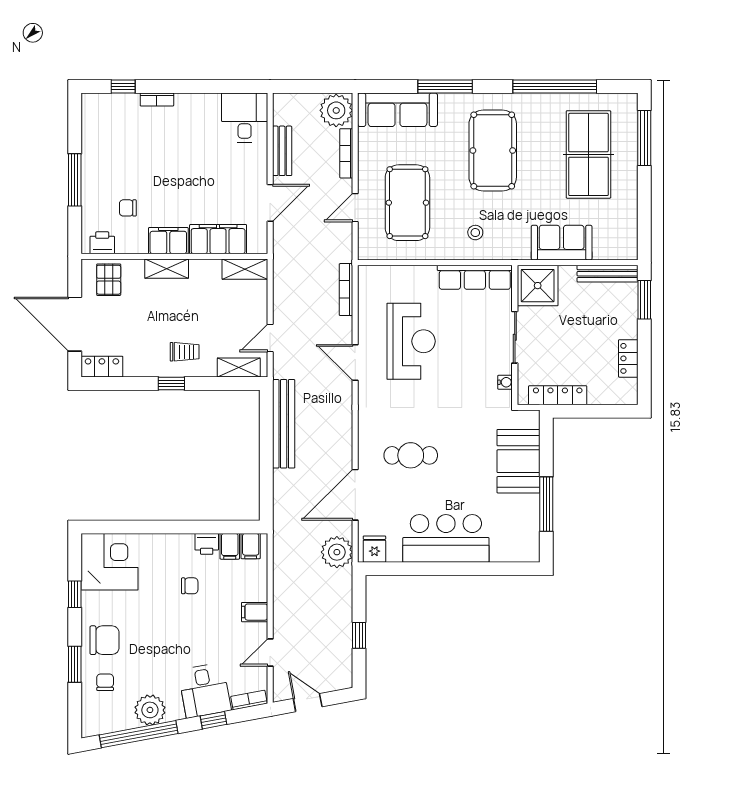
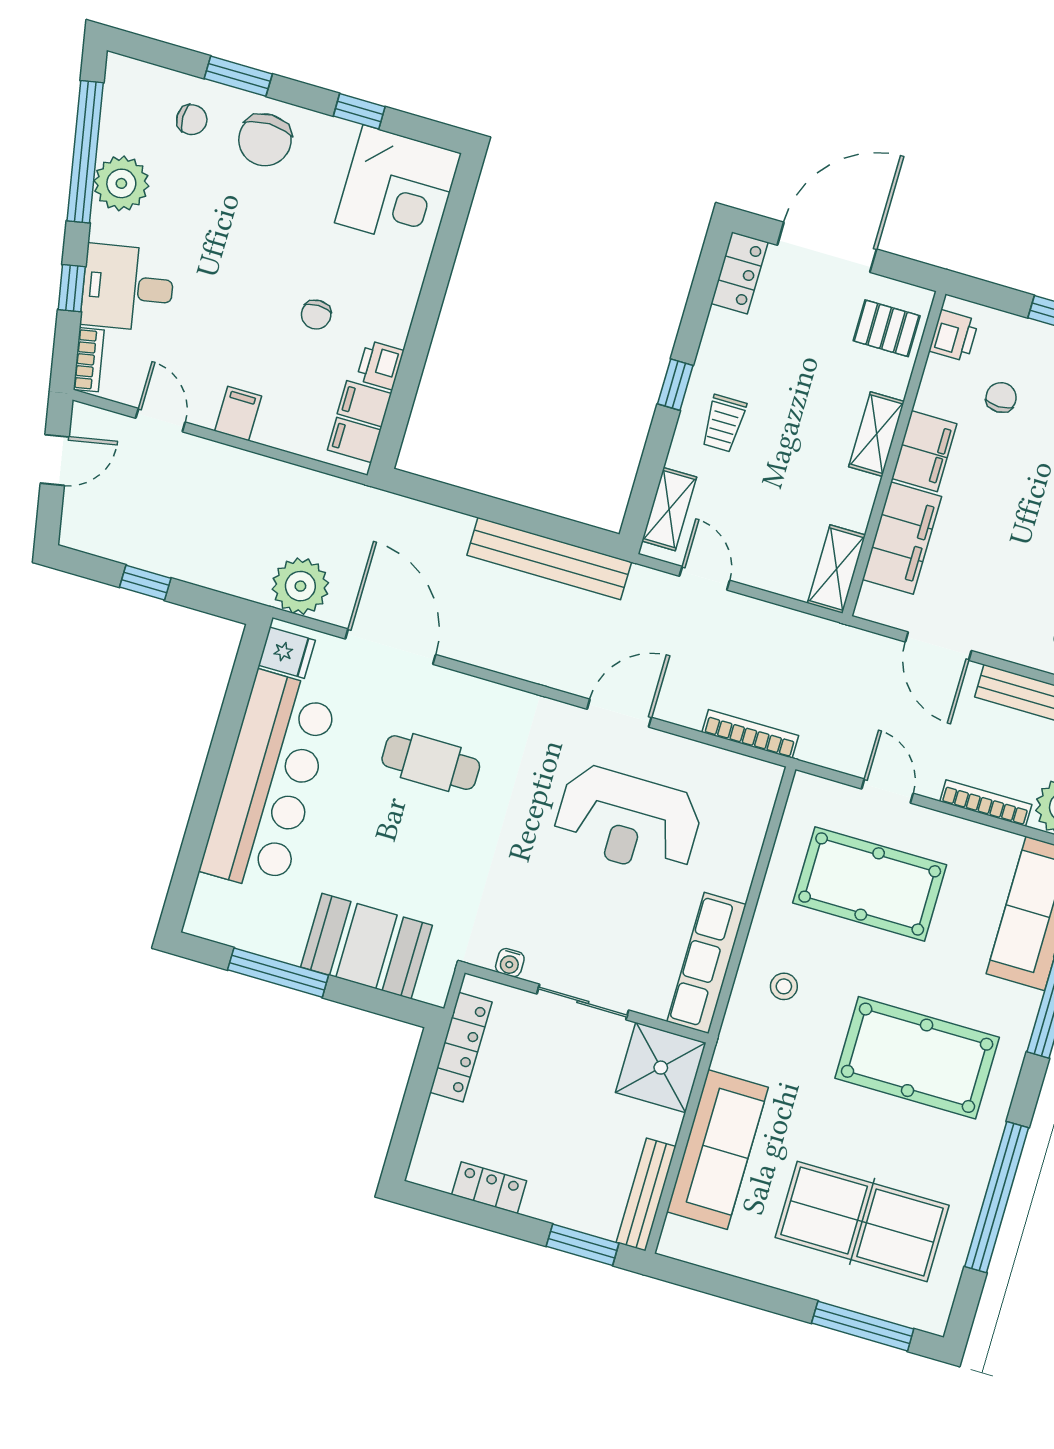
sofa: (562, 243) -> (718, 1149), width x1.36
cafe table: (411, 455) -> (431, 763), turned 90
bar counter: (446, 538) -> (269, 782), width x1.36

